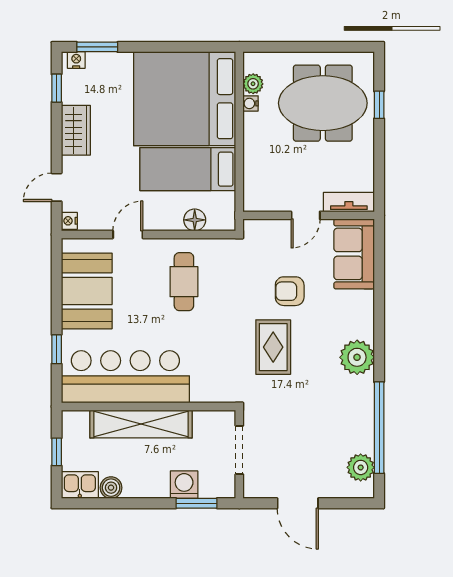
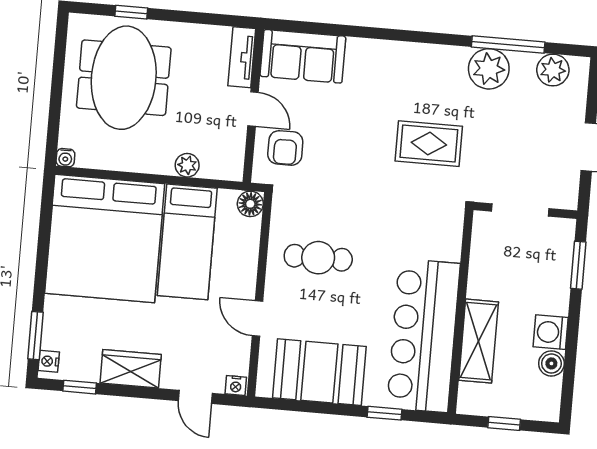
plant: (253, 84) -> (187, 165), moved
water cooler: (251, 103) -> (65, 158), moved
floor lamp: (195, 220) -> (250, 204), moved
armchair: (290, 291) -> (285, 148), moved
rug: (273, 347) -> (429, 144), moved
plant: (357, 357) -> (489, 69), moved
shelving: (141, 424) -> (479, 341), width x0.68
window: (379, 428) -> (508, 44), width x0.68
kitchen sink: (80, 485) -> (545, 400), removed
washing machine: (184, 485) -> (551, 332), moved

